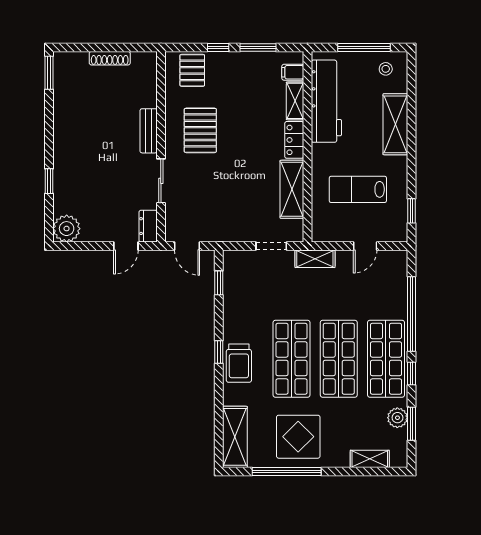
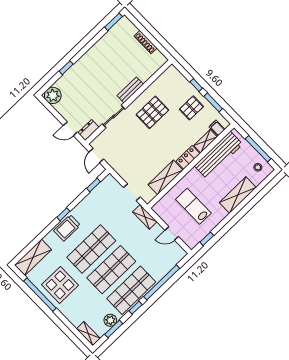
pallet: (192, 70) -> (191, 108), moved
shelving: (370, 459) -> (88, 334), moved

